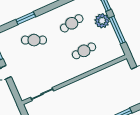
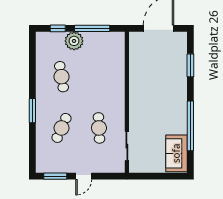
window: (26, 18) -> (32, 111), moved
cafe table: (84, 51) -> (99, 128), moved

